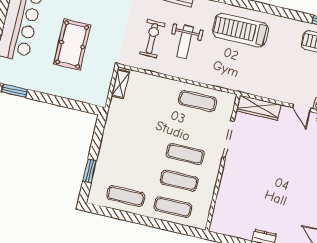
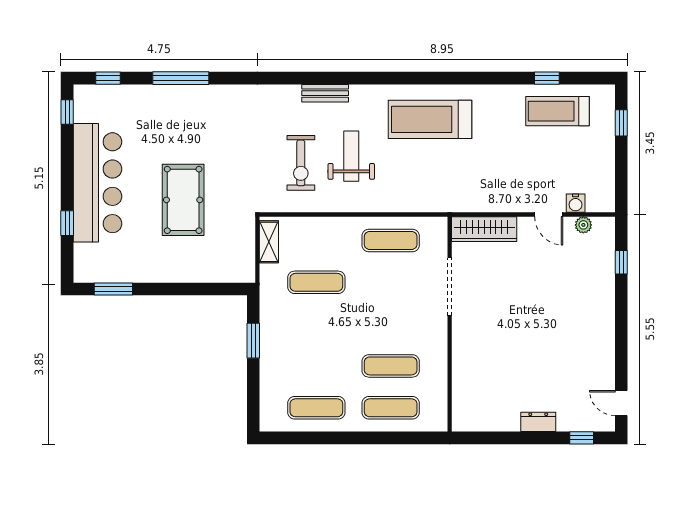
exercise bike: (152, 39) -> (301, 163), turned 180
weight bench: (185, 42) -> (351, 156), turned 180
exercise mat: (185, 154) -> (316, 282), moved
window: (90, 171) -> (253, 341), moved

